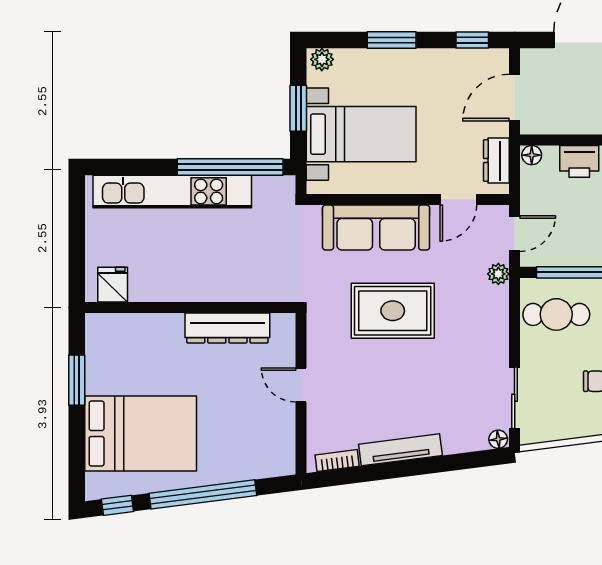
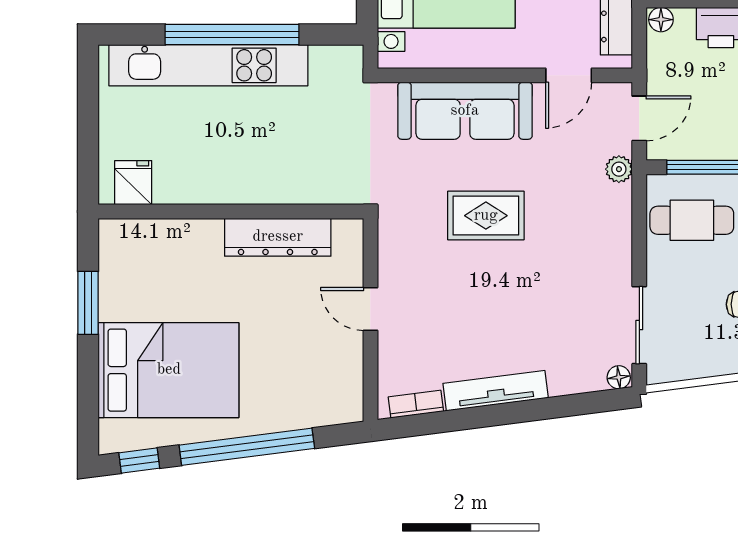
window: (230, 167) -> (232, 35), moved
rug: (393, 311) -> (486, 216), width x0.73, depth x0.70

